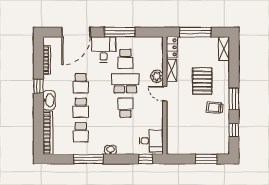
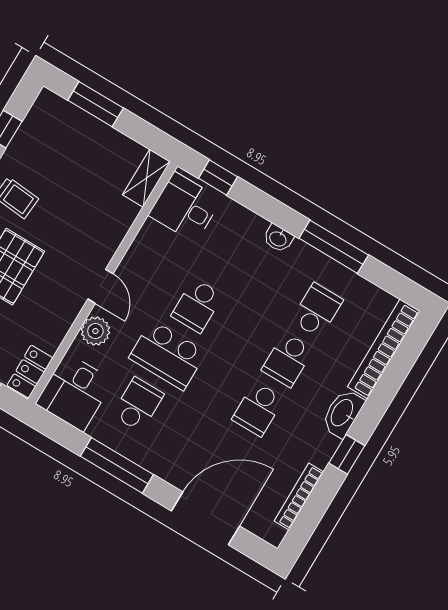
desk: (104, 50) -> (75, 392), moved
shelving: (172, 70) -> (146, 178), moved
school desk: (81, 83) -> (258, 409), turned 180
school desk: (81, 108) -> (287, 360), turned 180

